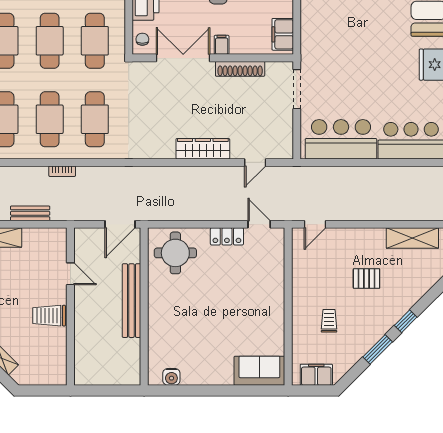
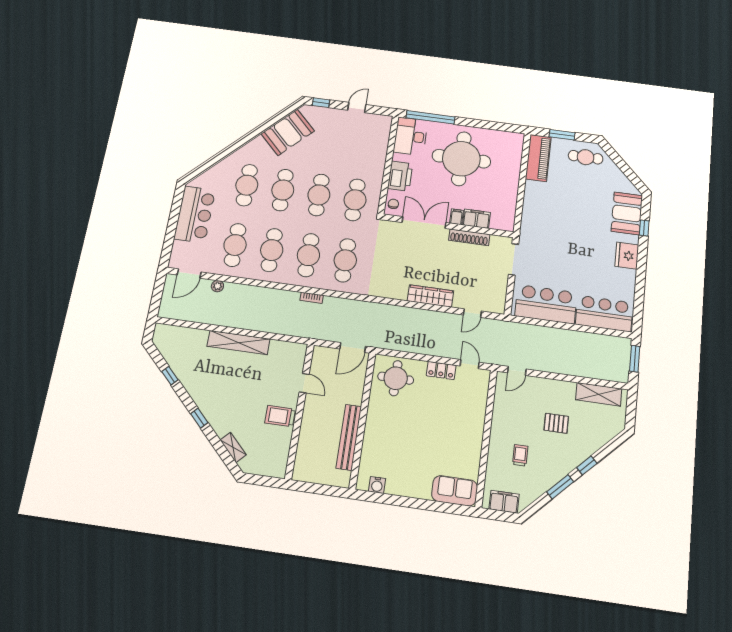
filing cabinet: (283, 34) -> (476, 219), moved, turned 90
bench: (30, 213) -> (279, 328), removed
bench: (132, 301) -> (349, 437), moved

